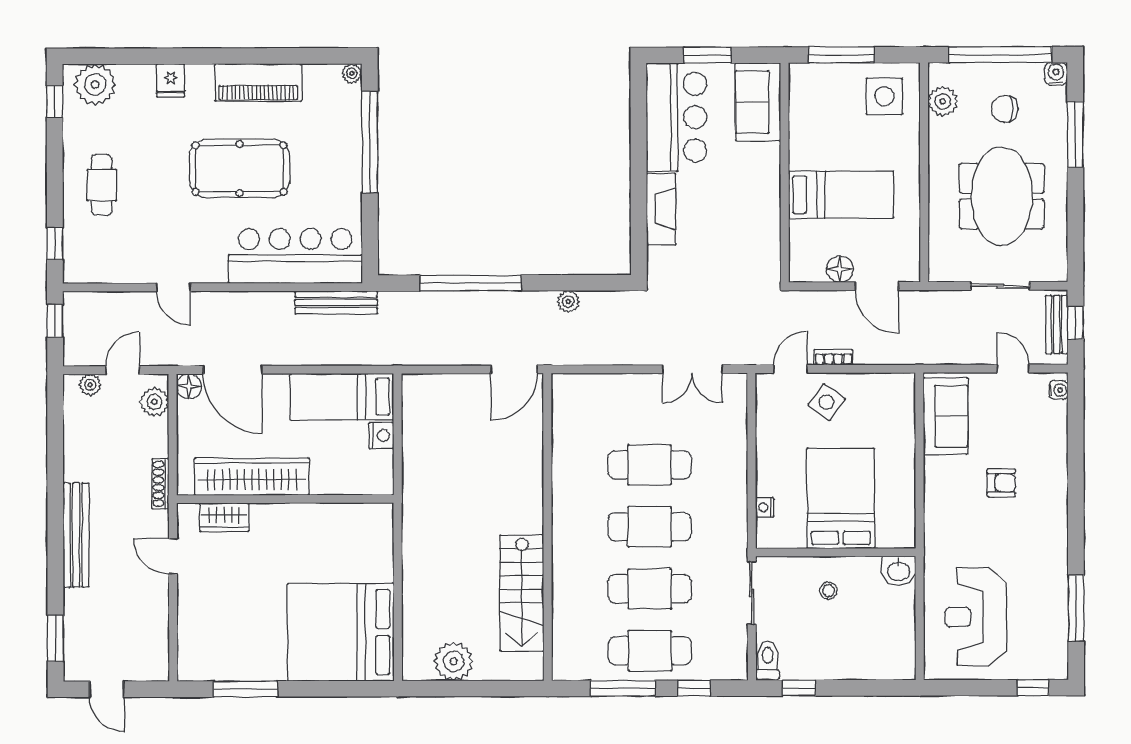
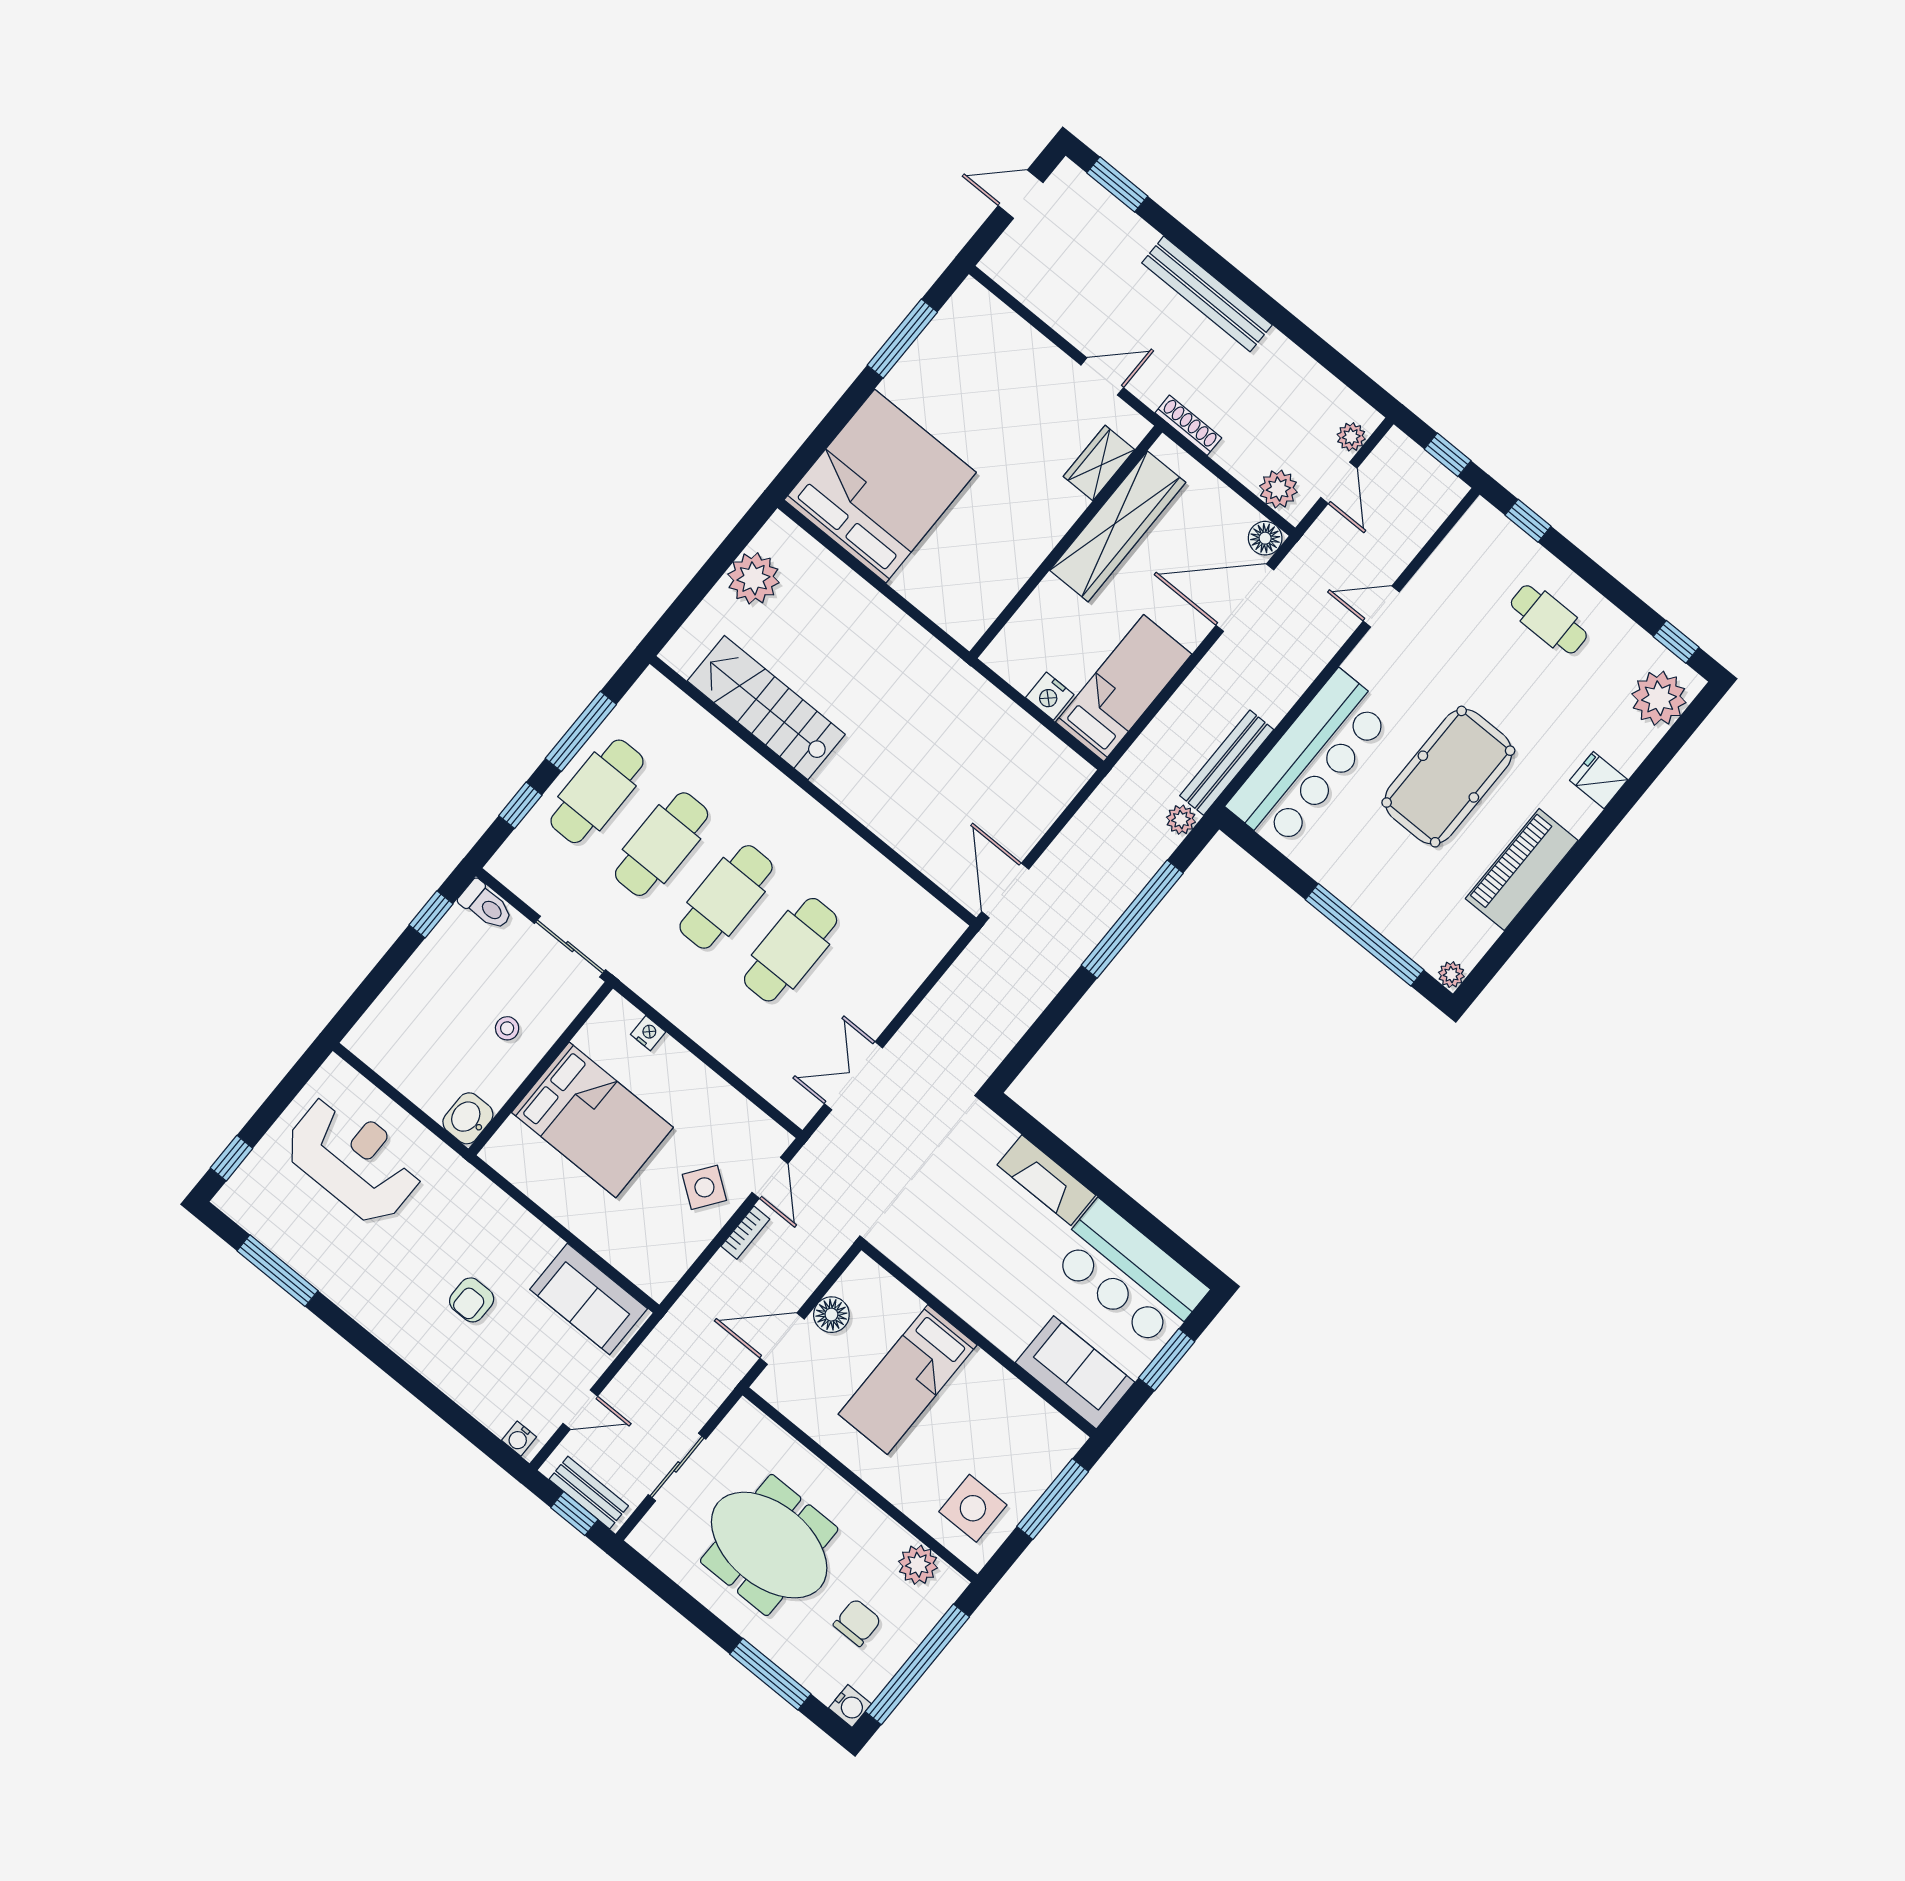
plant: (568, 302) -> (1181, 820), moved

